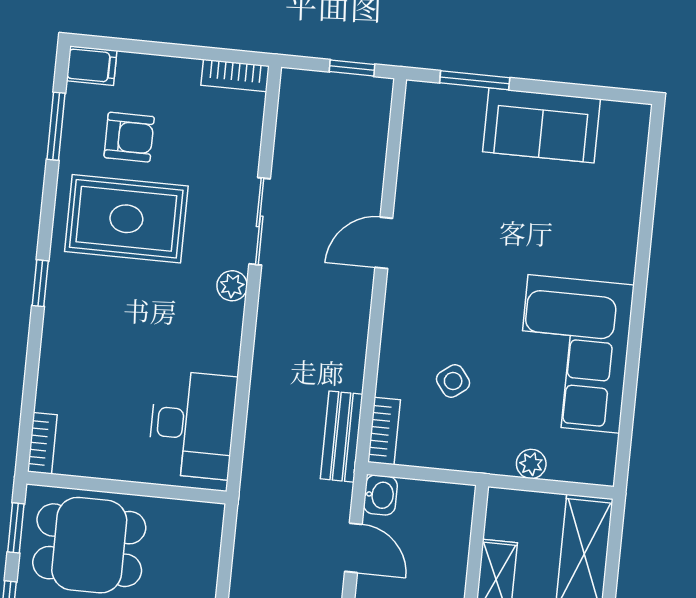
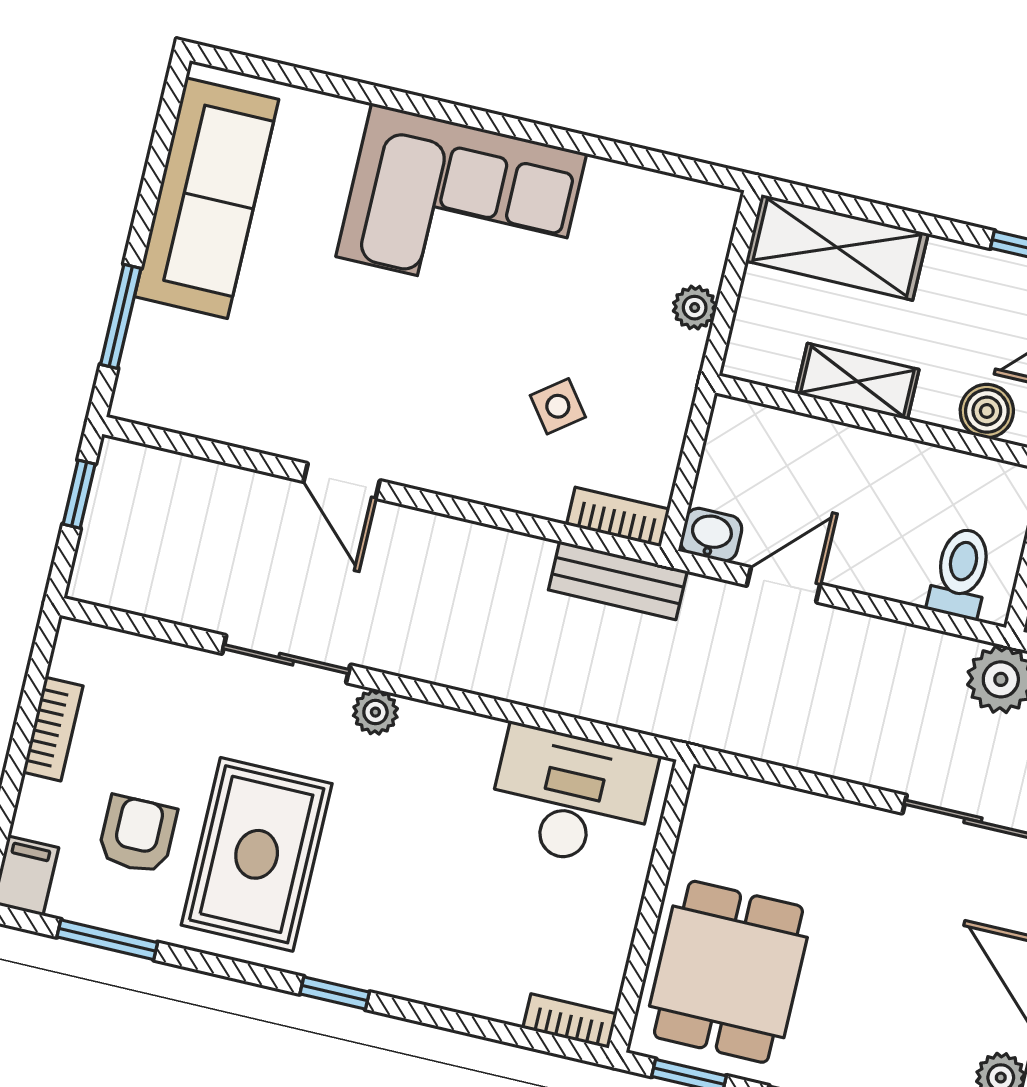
bookcase: (235, 76) -> (53, 729), moved
sofa: (541, 125) -> (207, 198), width x1.36
corner sofa: (574, 354) -> (461, 205), moved

